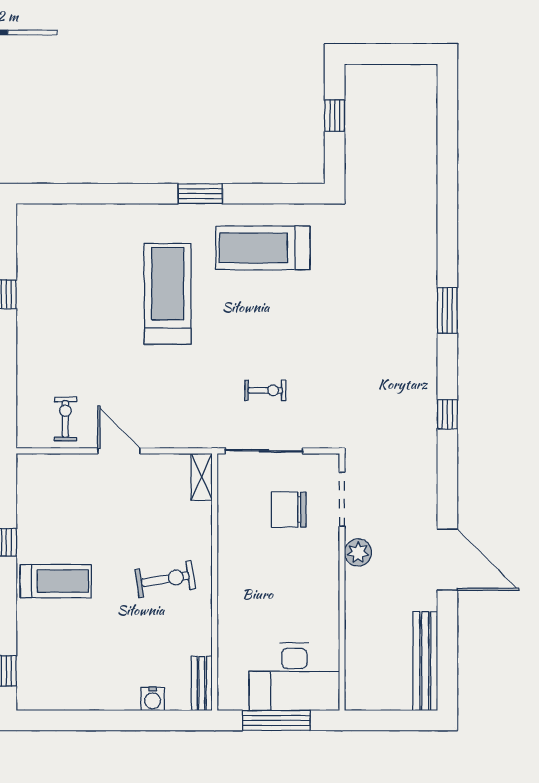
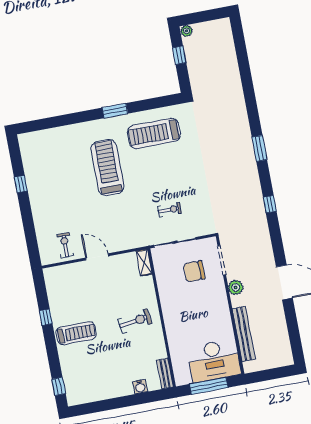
plant: (356, 74) -> (187, 31), added
bench: (425, 661) -> (244, 334), moved

